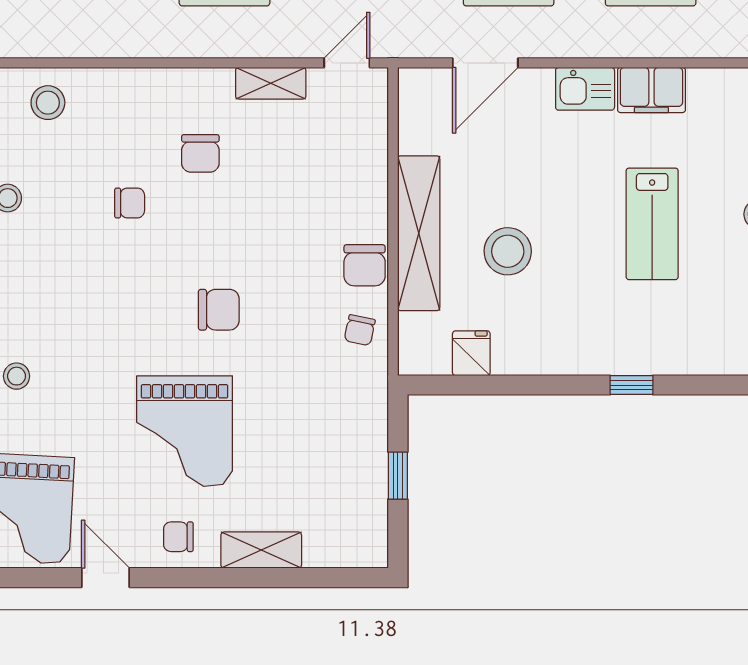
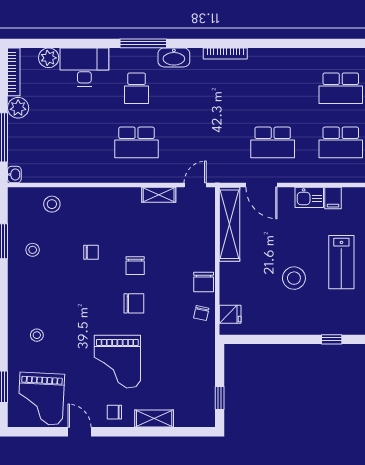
door: (485, 63) -> (261, 185), hinge flipped
filing cabinet: (651, 90) -> (333, 198), width x0.50
chair: (200, 153) -> (135, 266), moved
shelving: (419, 233) -> (230, 224), moved
stool: (508, 251) -> (294, 278), moved
fridge: (471, 353) -> (230, 314), moved, turned 90
window: (398, 476) -> (220, 398), moved

